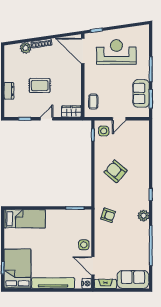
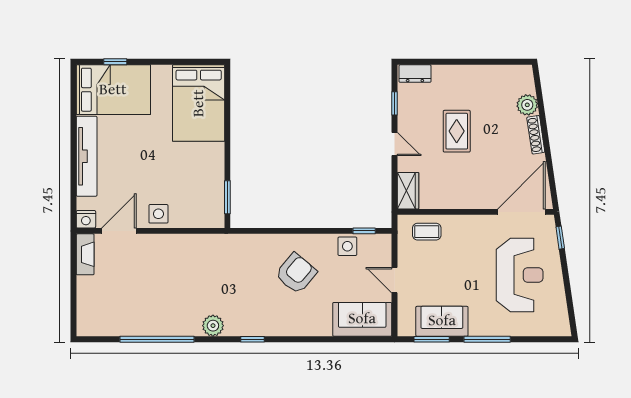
dresser: (9, 91) -> (415, 74), moved
side table: (104, 131) -> (347, 246), moved
armchair: (108, 215) -> (214, 259), removed
bed: (25, 219) -> (199, 103), width x1.50
sofa: (133, 280) -> (362, 319), moved, turned -90

